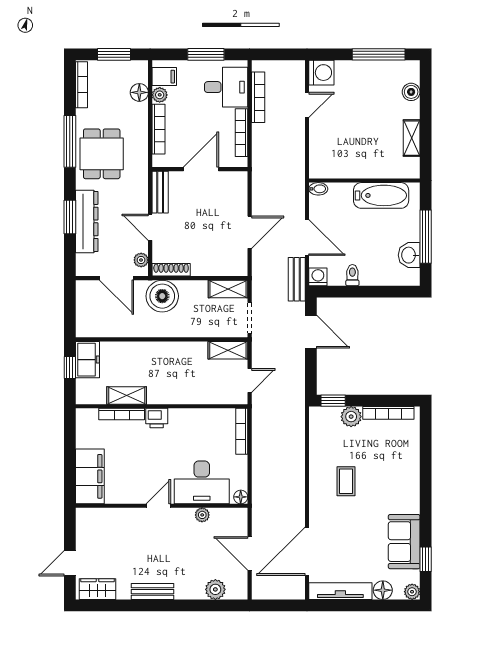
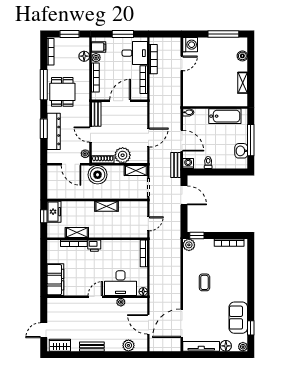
plant: (205, 263) -> (123, 155), added
shelving: (228, 350) -> (107, 206), moved
plant: (351, 417) -> (189, 245), moved

